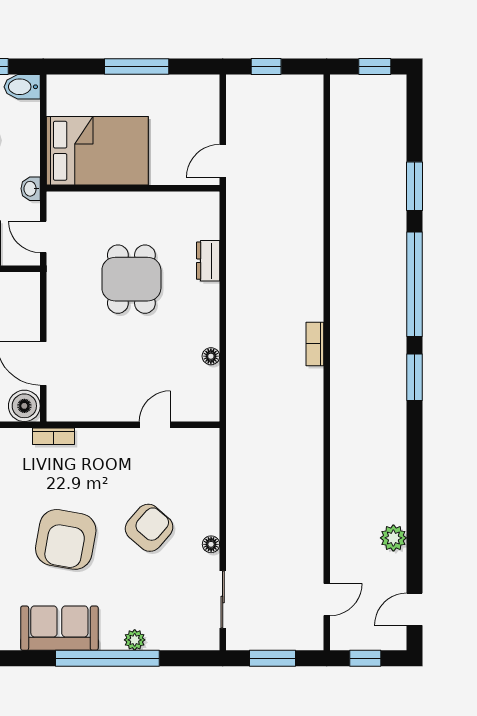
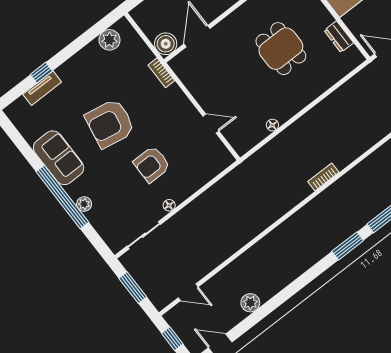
dresser: (208, 261) -> (339, 37), moved, turned -90
dining table: (131, 279) -> (281, 49), turned 90
armchair: (149, 528) -> (152, 164), turned 139

